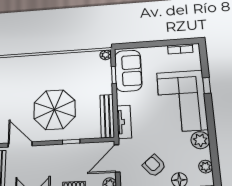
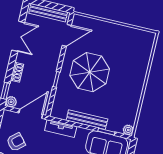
bench: (107, 116) -> (87, 120), moved
door: (117, 158) -> (31, 114), hinge flipped

